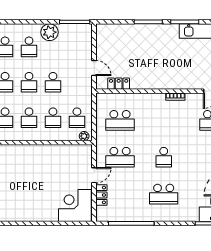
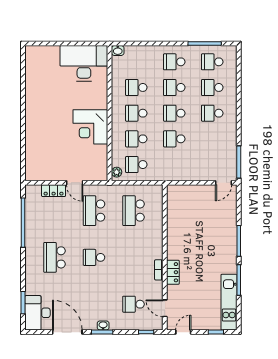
plant: (50, 32) -> (228, 135), removed
door: (94, 68) -> (224, 183), moved
locker: (119, 84) -> (173, 272), moved
corner desk: (75, 206) -> (90, 127), moved, turned 180

